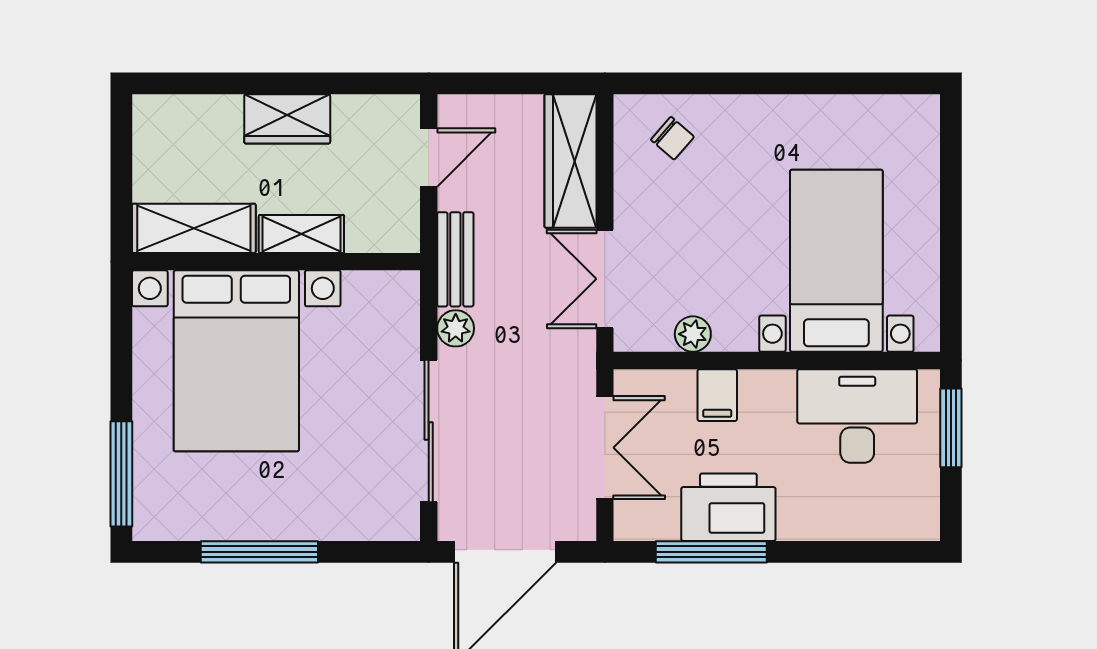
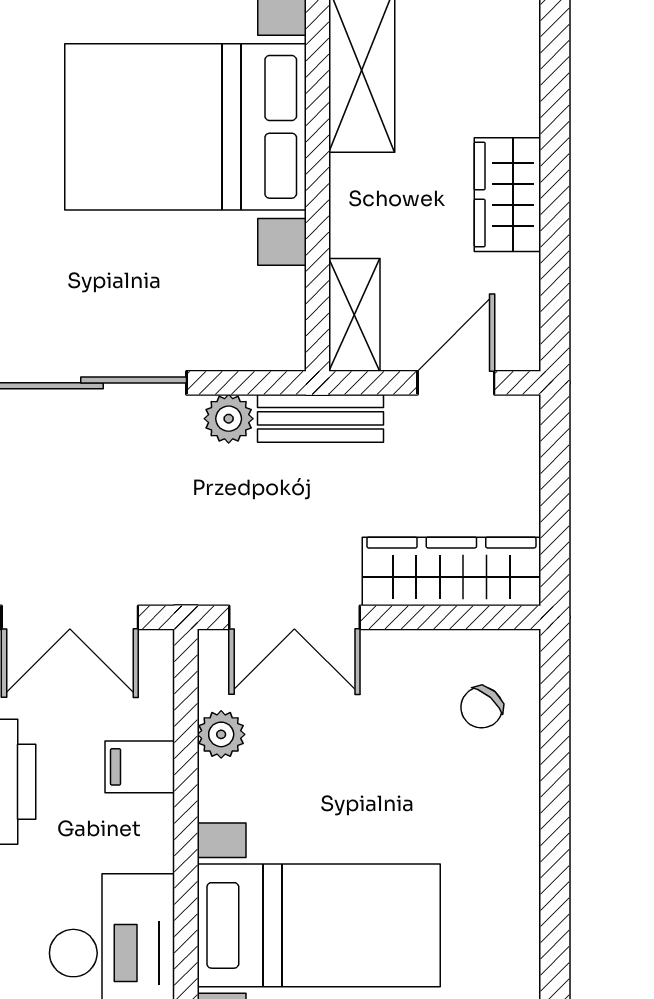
door: (429, 158) -> (456, 383), swing flipped
shelving: (301, 234) -> (354, 315), moved
double door: (605, 279) -> (294, 617), swing flipped

